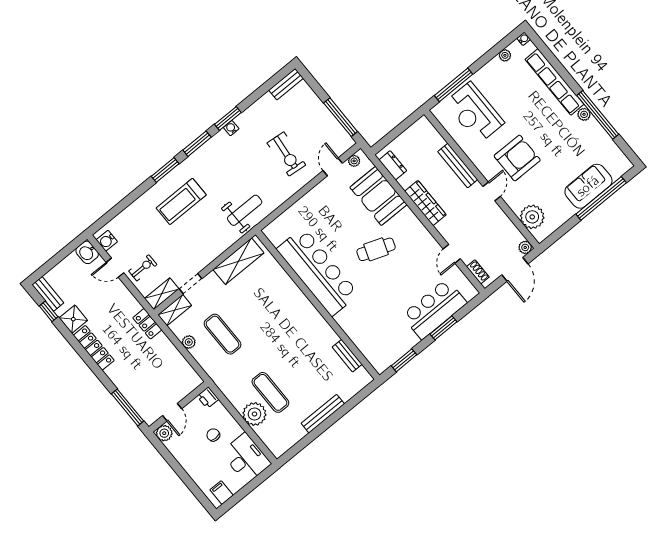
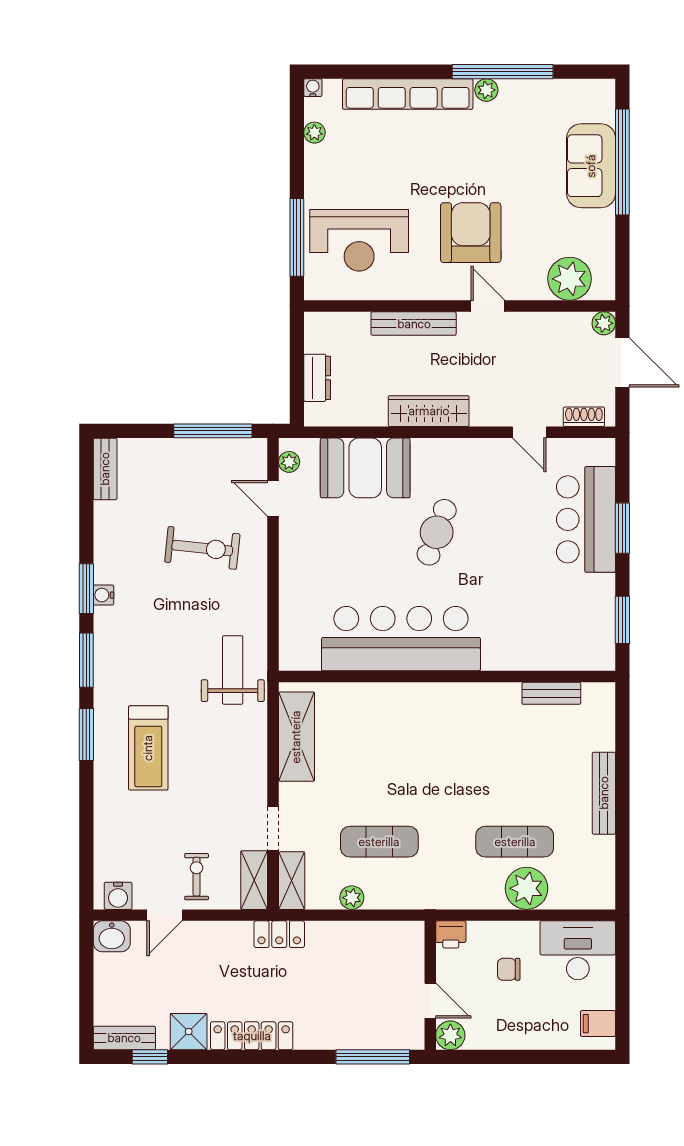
dresser: (393, 165) -> (317, 378), moved, turned 90

